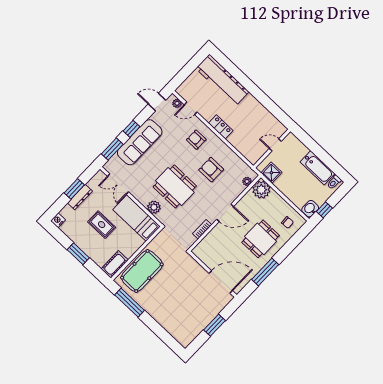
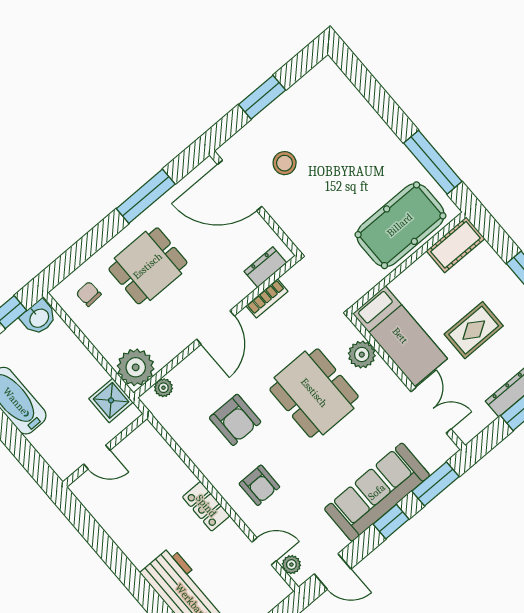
door: (225, 213) -> (216, 327), swing flipped
rug: (102, 225) -> (474, 330), turned 90
dresser: (204, 244) -> (265, 267), added
stool: (200, 295) -> (285, 163), added

